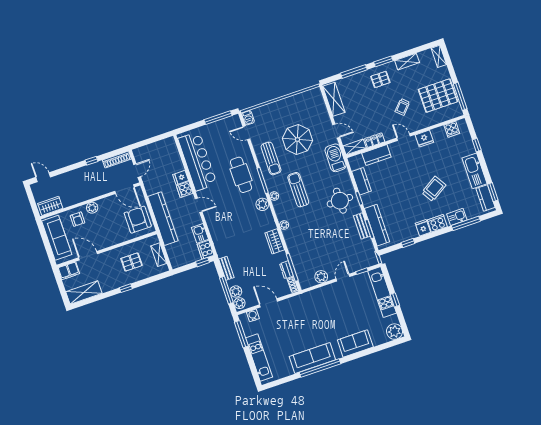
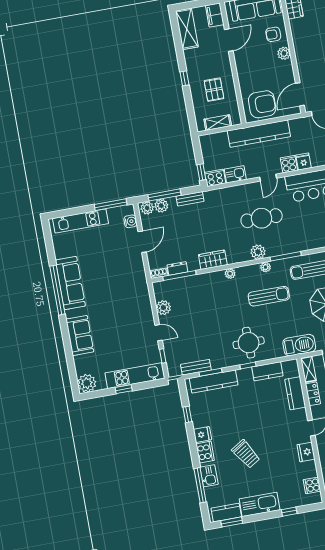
cafe table: (241, 175) -> (262, 218), moved
bench: (362, 226) -> (196, 367), moved

